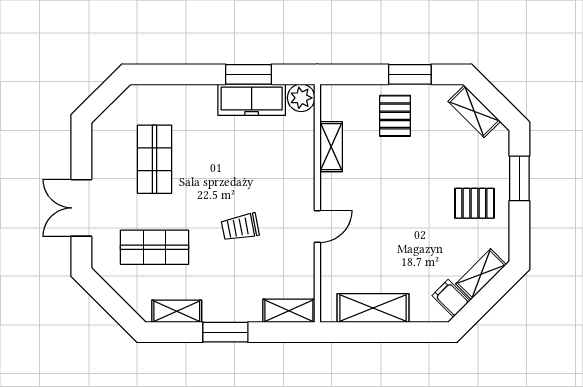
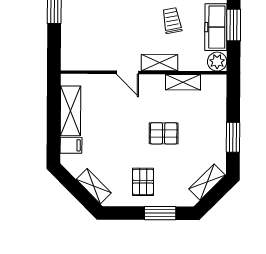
pallet: (395, 116) -> (164, 133), moved
trolley: (240, 227) -> (172, 21), moved
filing cabinet: (451, 298) -> (71, 145), moved, turned 45
shelving: (289, 311) -> (160, 63), moved, turned 90

